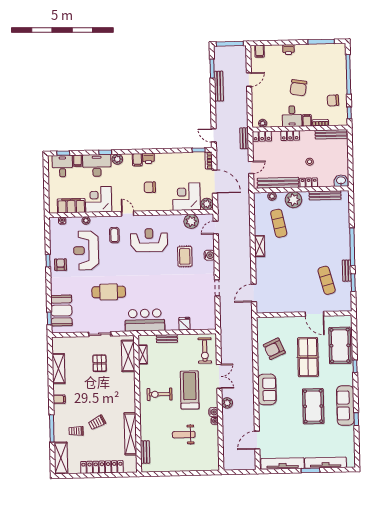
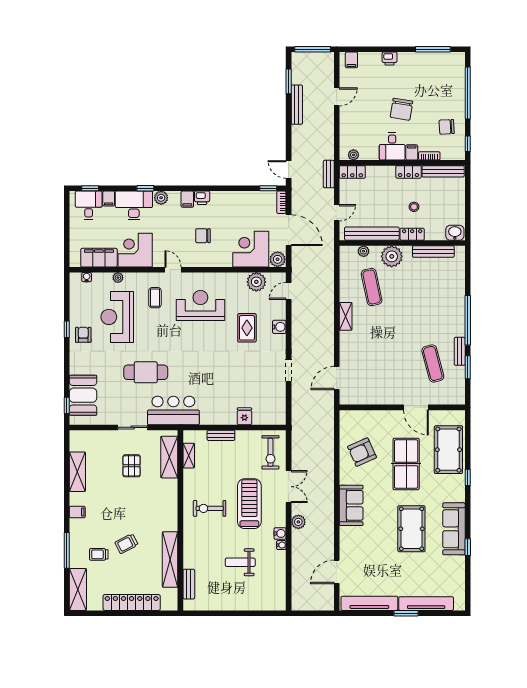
locker: (290, 136) -> (409, 172), moved
bar counter: (145, 320) -> (173, 410), moved

